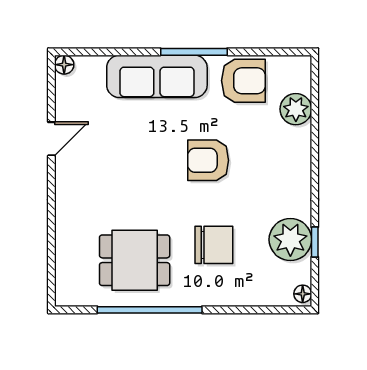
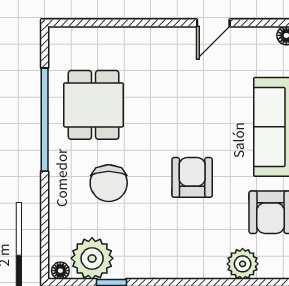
door: (51, 139) -> (213, 23), hinge flipped
plant: (290, 240) -> (92, 258), moved

